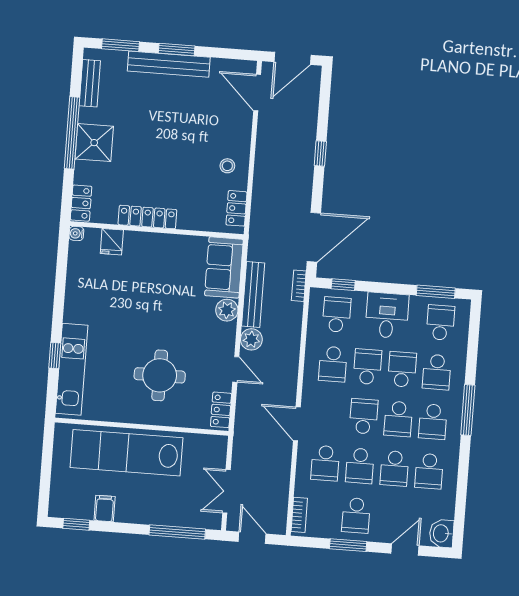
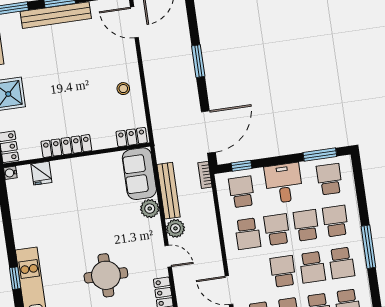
window: (320, 154) -> (198, 61), width x1.50
locker: (236, 208) -> (132, 137), moved, turned 90
school desk: (437, 372) -> (336, 221), turned 180

